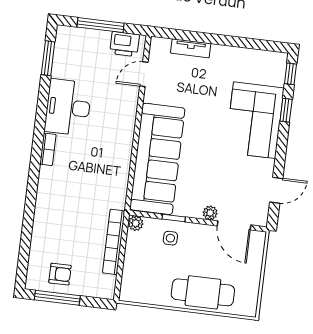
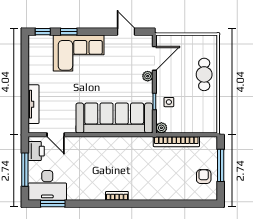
tv unit: (191, 48) -> (34, 104), width x1.41
desk: (68, 107) -> (47, 185), moved
cafe table: (203, 292) -> (204, 74), width x0.73, depth x0.74
window: (57, 298) -> (221, 165), moved

